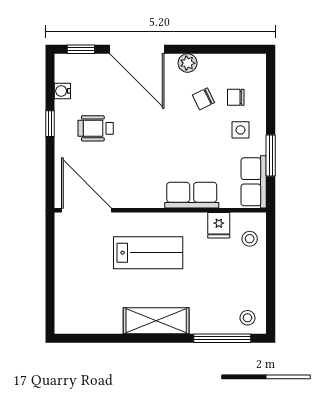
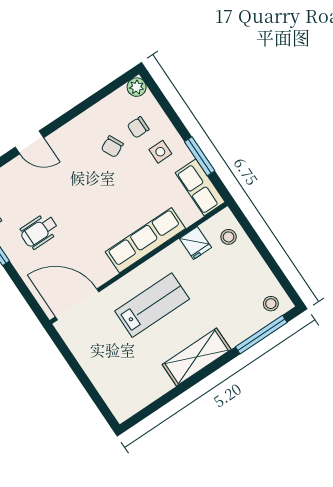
door: (137, 49) -> (29, 142), width x0.53
plant: (188, 63) -> (137, 87), moved
row of seats: (192, 195) -> (145, 240), width x1.48

